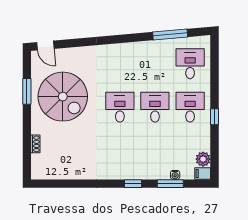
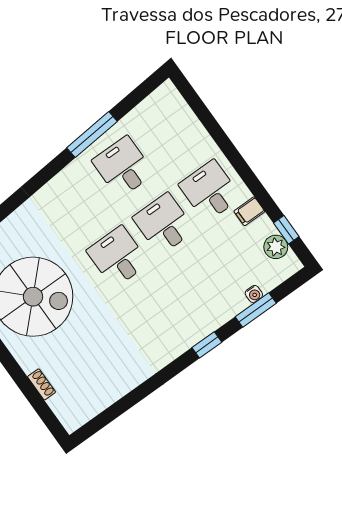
window: (170, 34) -> (92, 135), moved
desk: (190, 64) -> (123, 167), moved
window: (215, 117) -> (286, 230), moved
filing cabinet: (203, 173) -> (249, 211), moved

